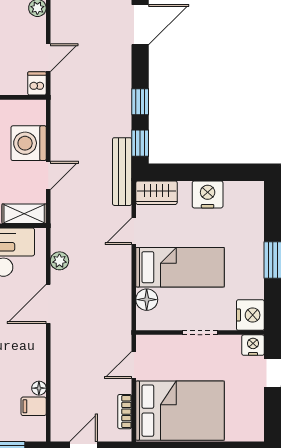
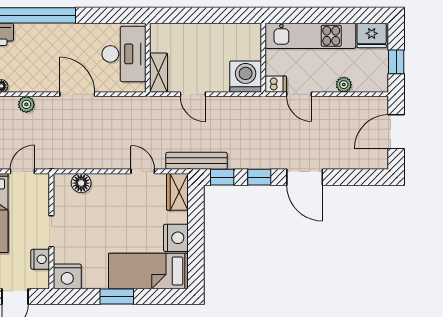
door: (140, 25) -> (305, 177), moved
washing machine: (29, 143) -> (246, 77), moved
plant: (59, 261) -> (26, 104), moved
bed: (180, 267) -> (148, 271), moved, turned 90
nightstand: (253, 345) -> (40, 259), moved
door: (134, 365) -> (22, 171), hinge flipped

